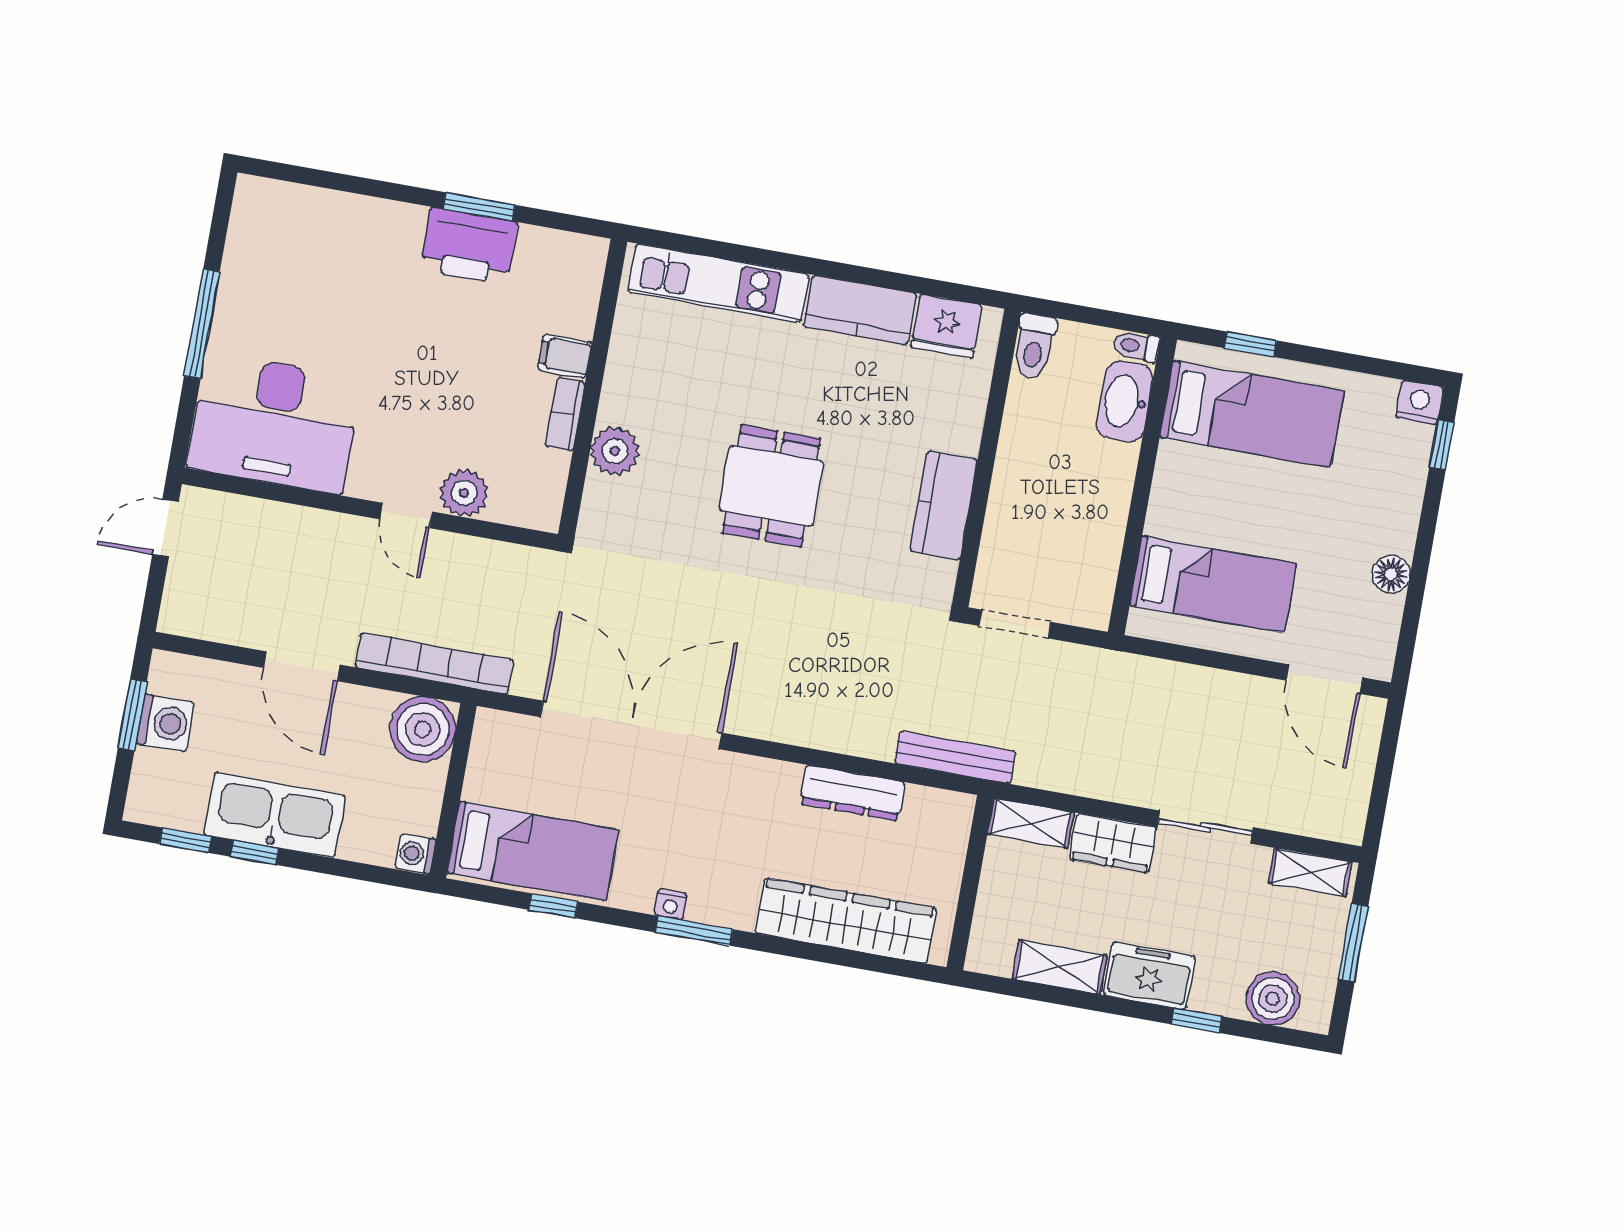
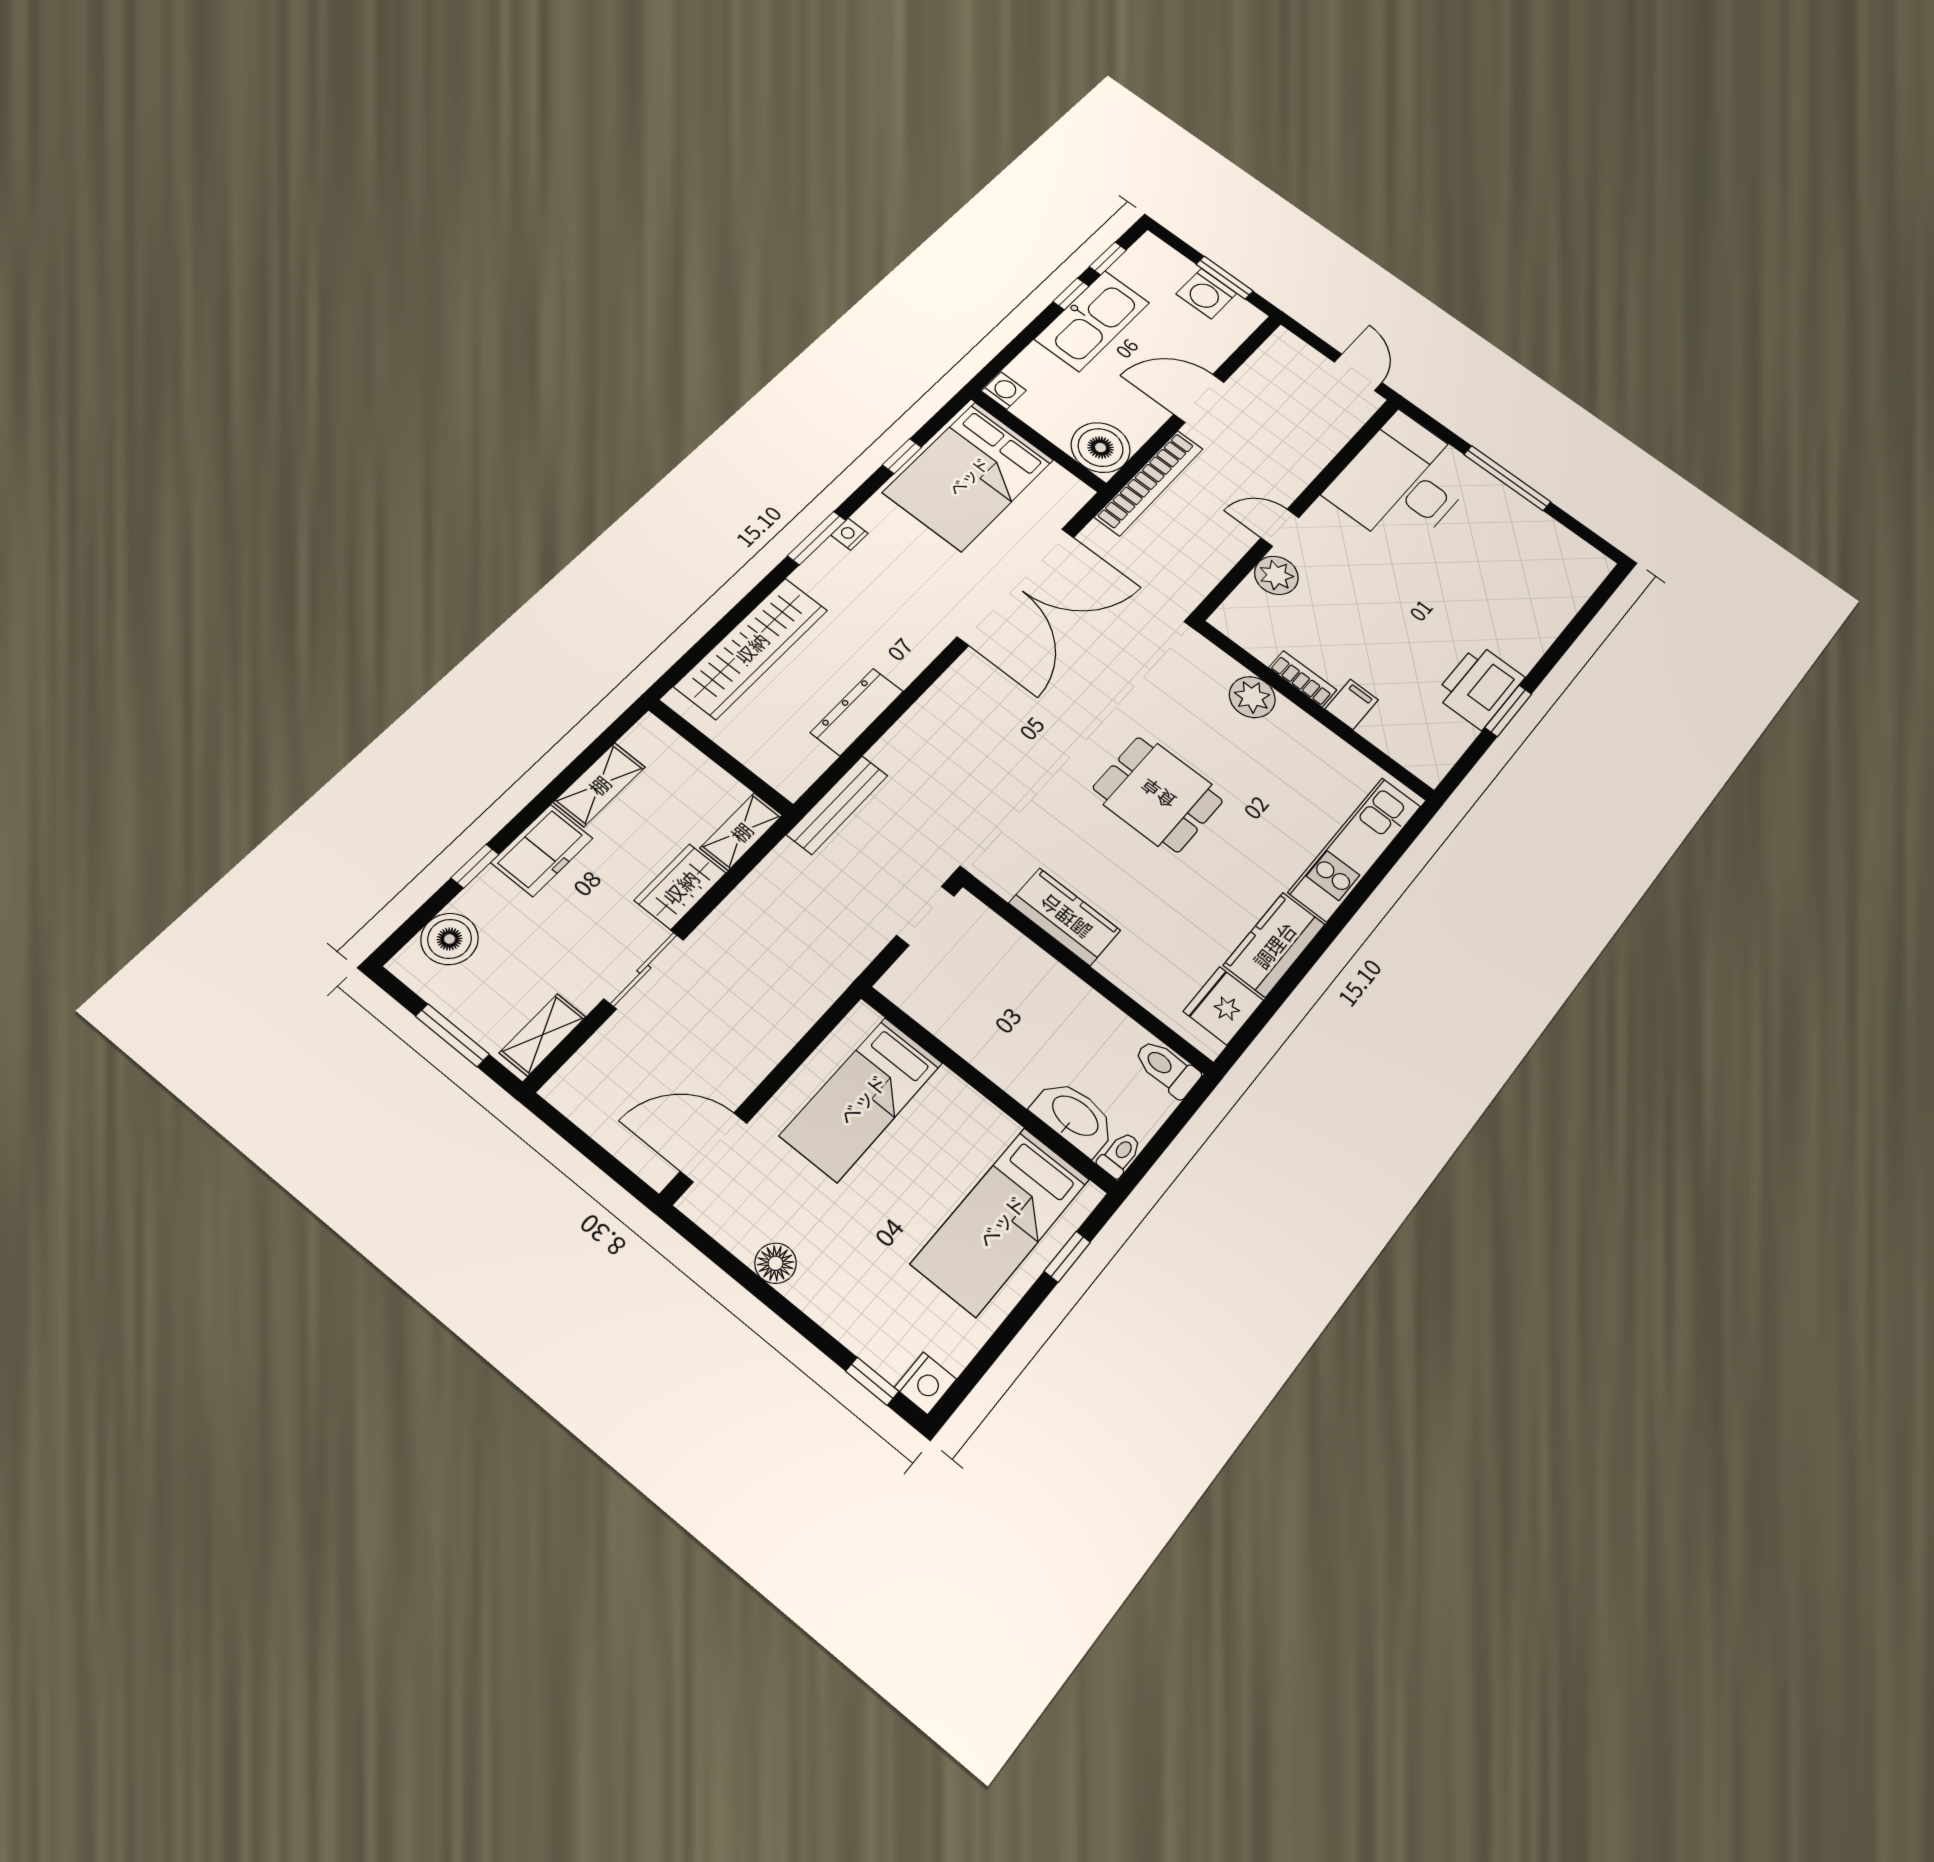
bed: (533, 851) -> (968, 476), width x1.50

